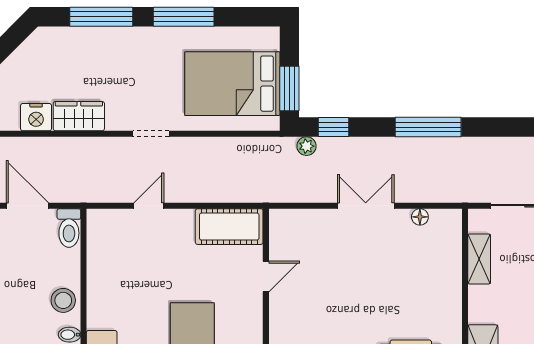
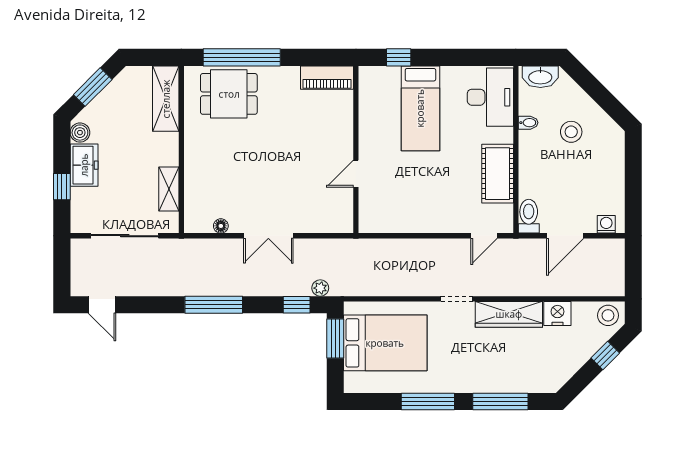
wardrobe: (79, 116) -> (509, 314), width x1.50
door: (27, 206) -> (565, 236), hinge flipped
door: (149, 206) -> (484, 236), moved
cot: (229, 227) -> (498, 174), moved, turned 90
stool: (63, 300) -> (571, 132), moved

